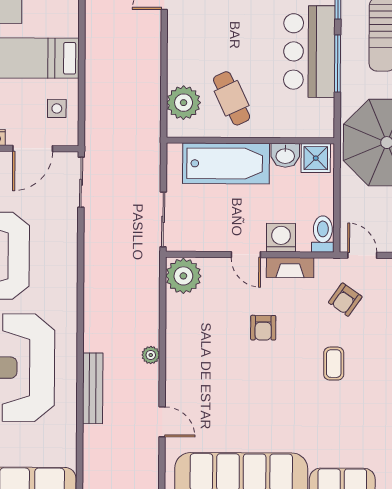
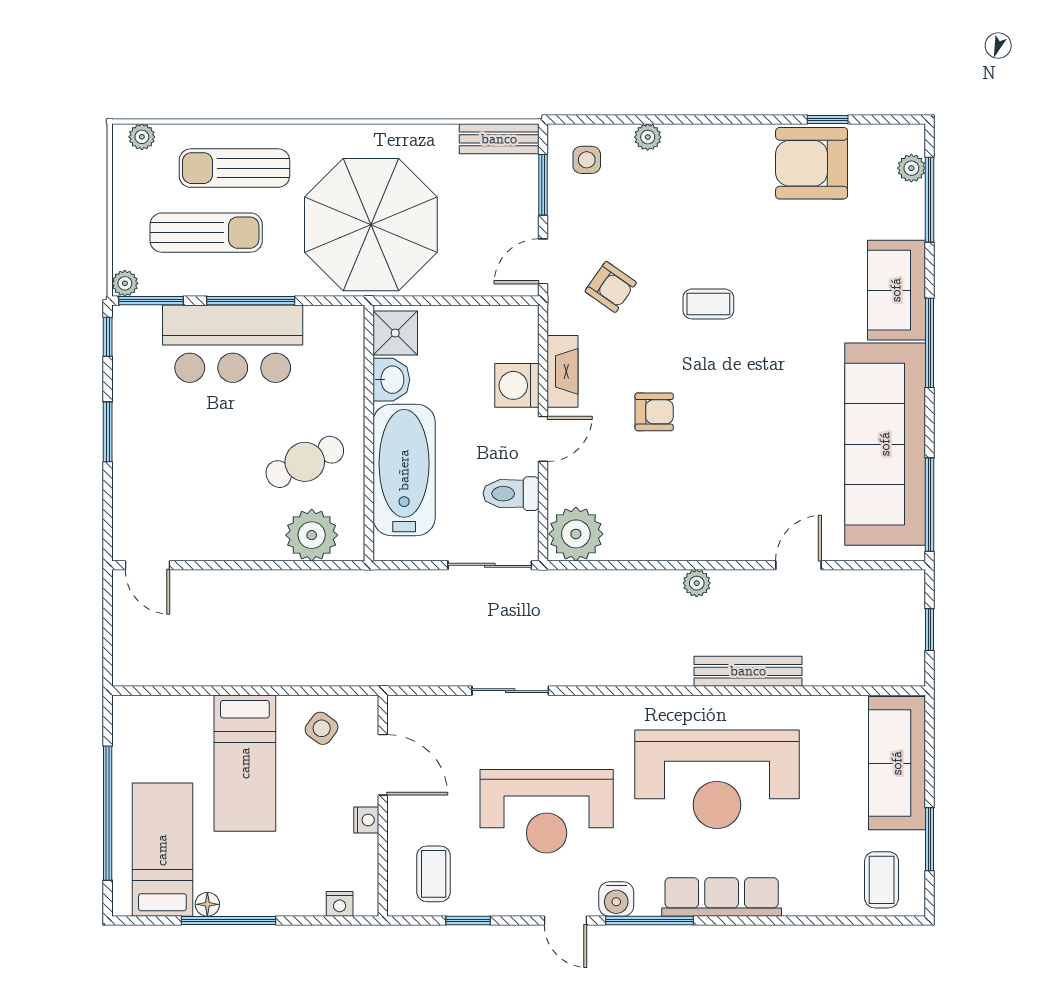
side table: (57, 108) -> (322, 728), turned 36
sliding door: (81, 182) -> (510, 691), moved
toilet: (323, 234) -> (511, 494), moved

